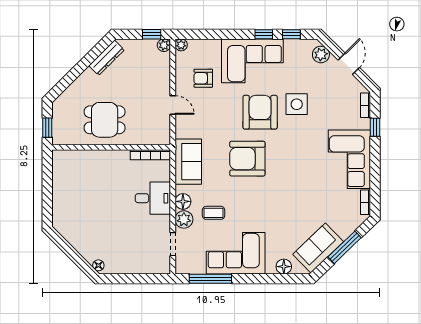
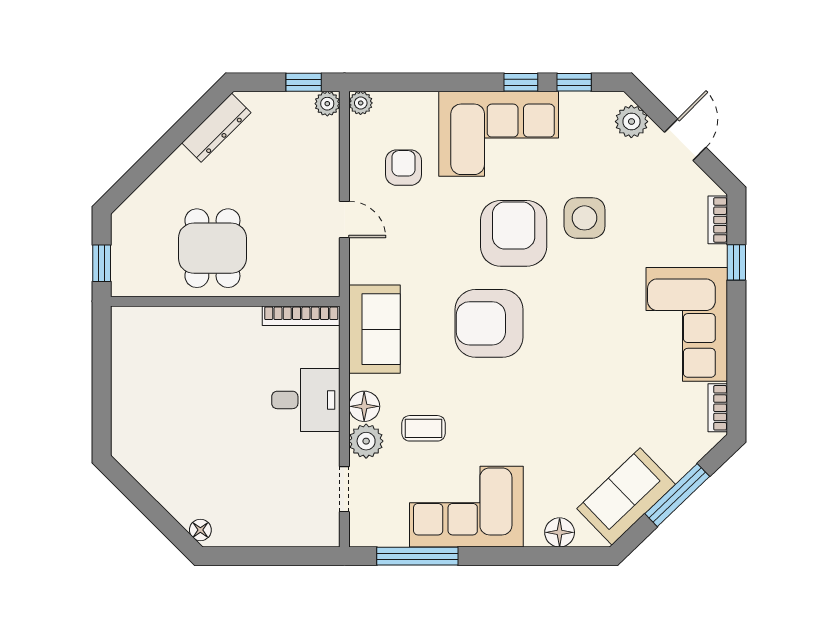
armchair: (203, 78) -> (404, 168), turned 90
dining table: (105, 120) -> (212, 248), turned 90

